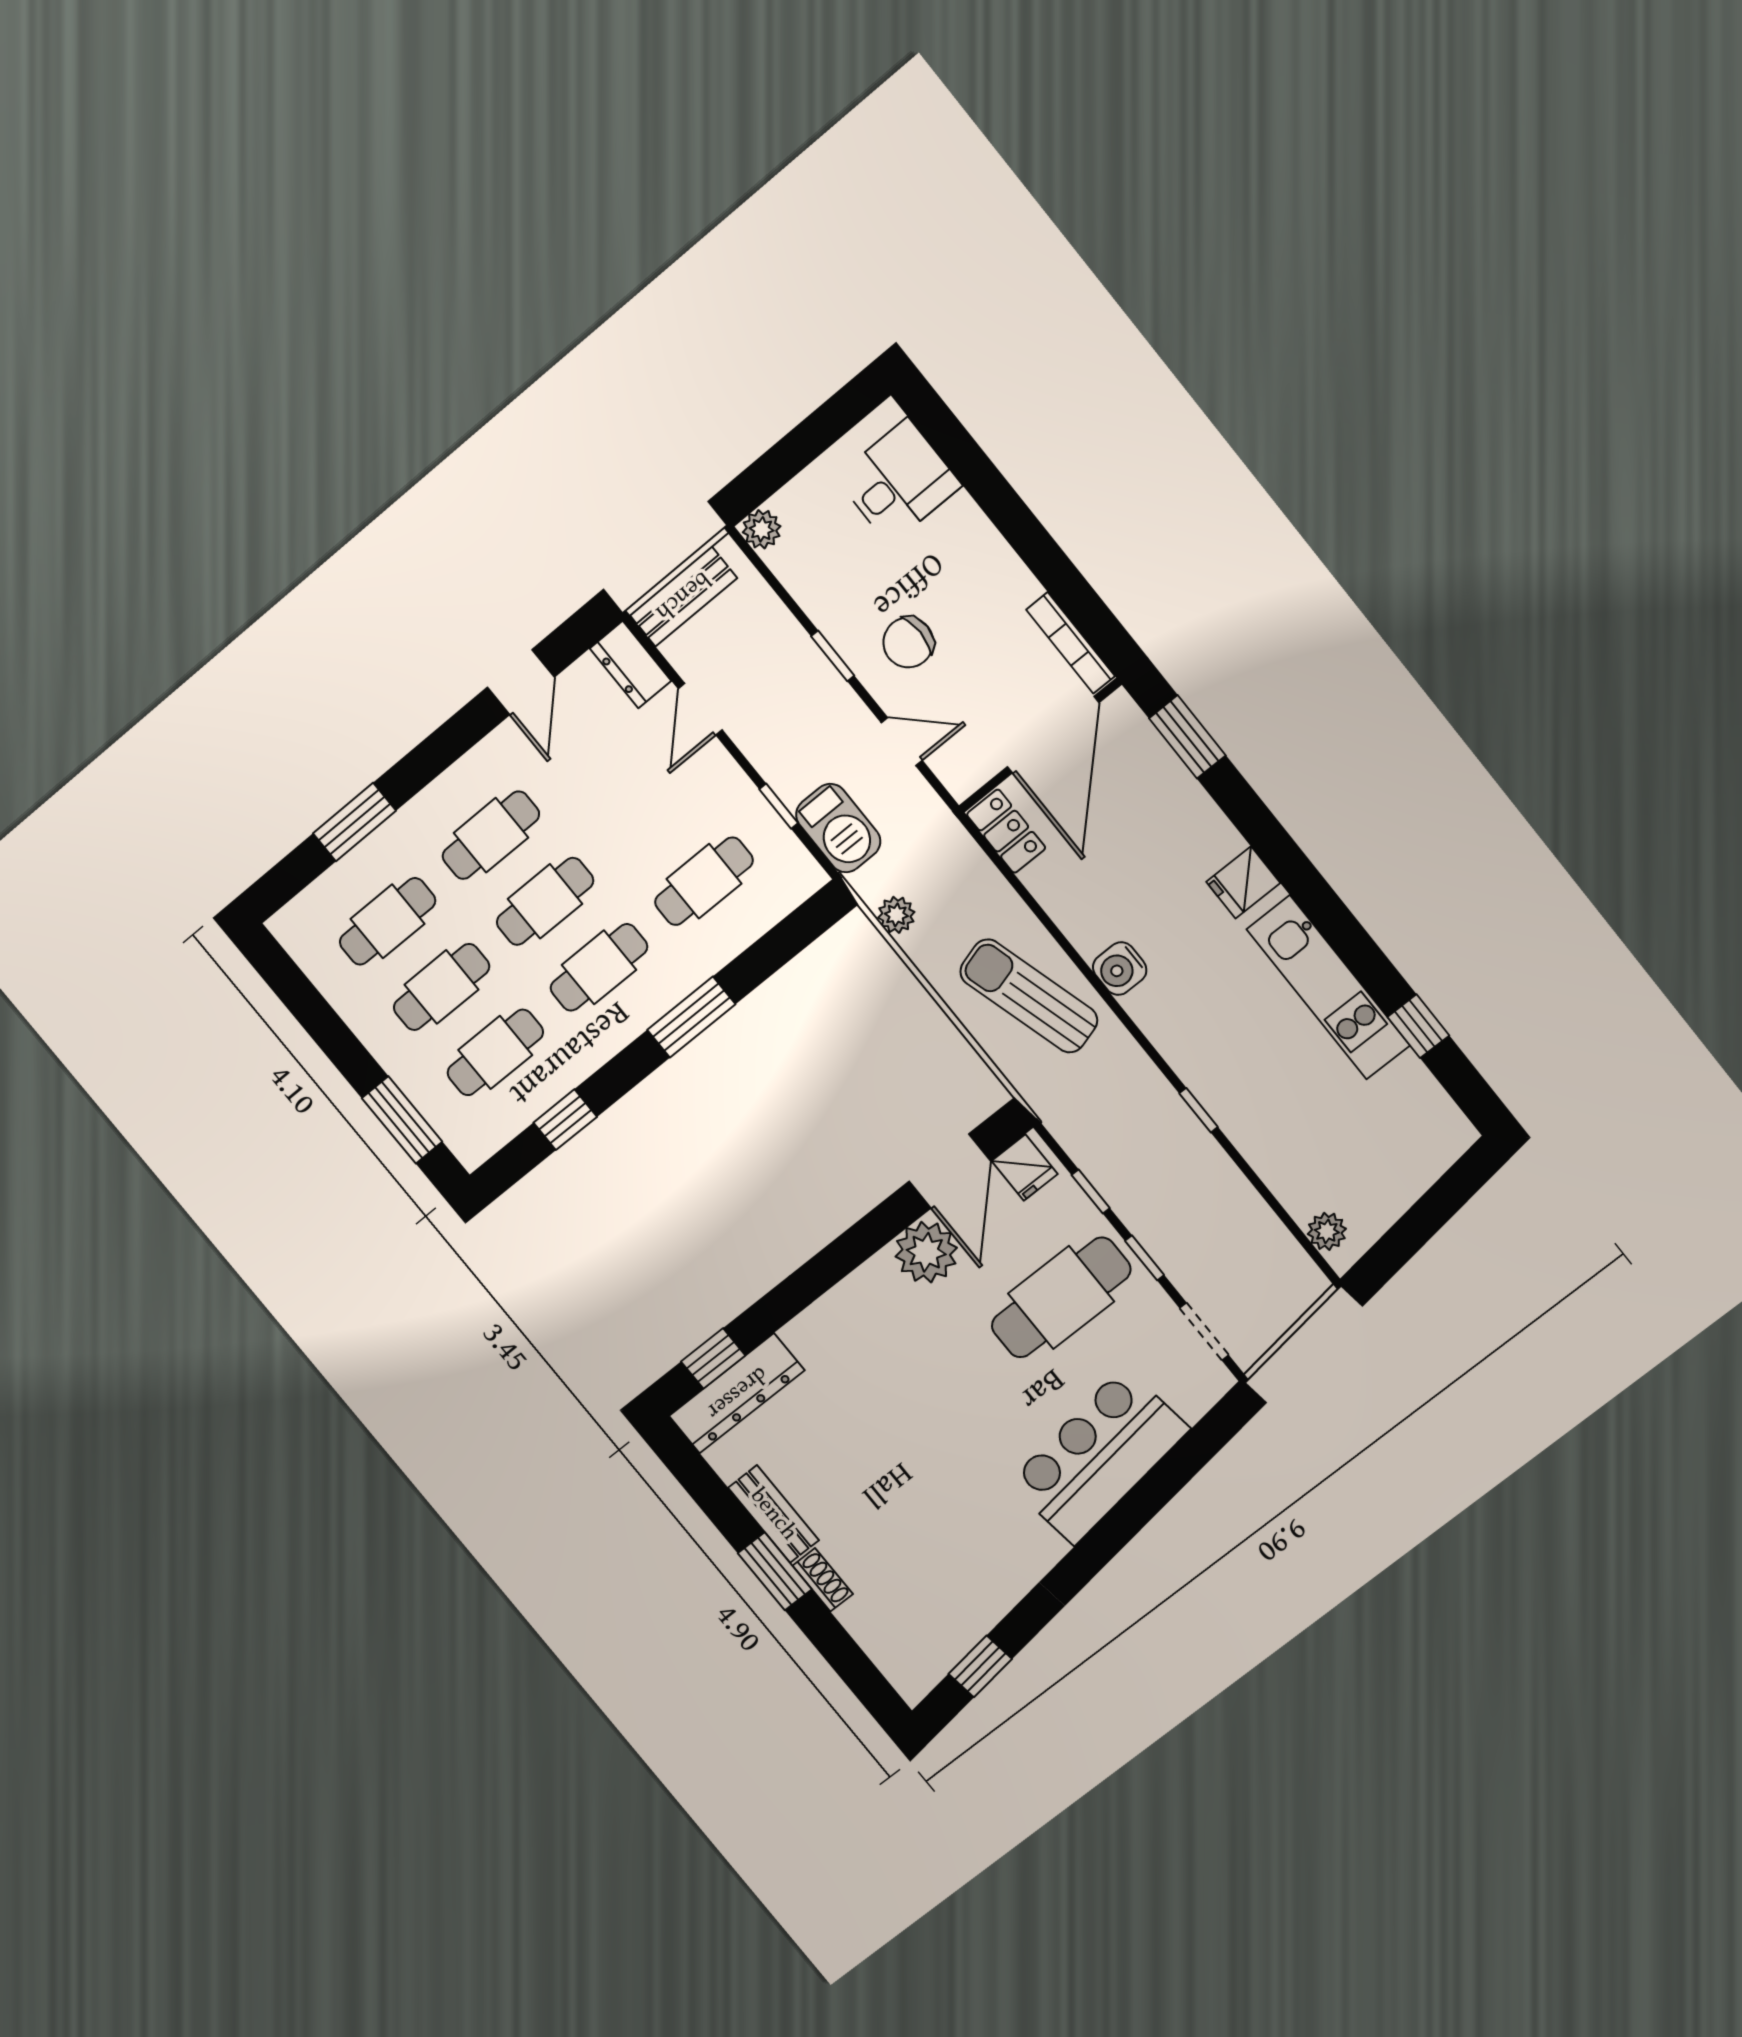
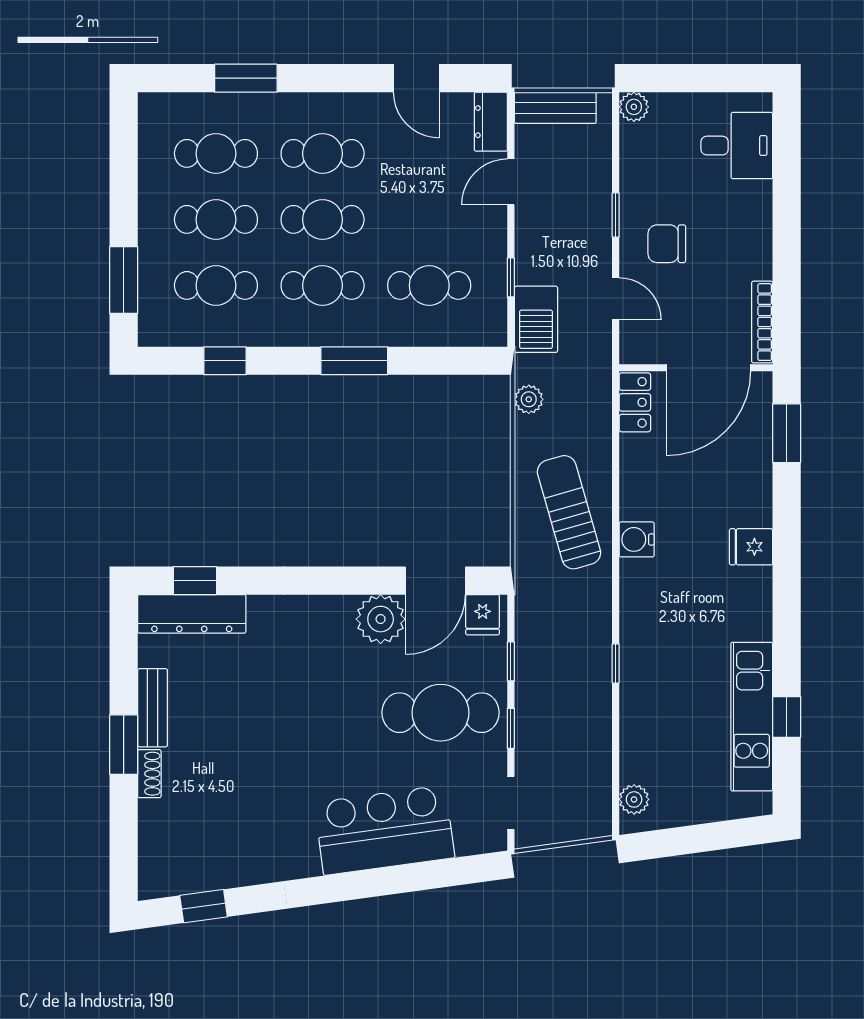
door: (521, 682) -> (416, 78), hinge flipped
kitchen unit: (1328, 987) -> (752, 717), moved

